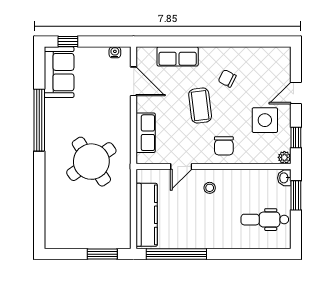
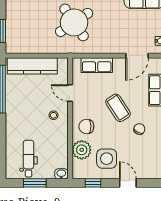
coffee table: (200, 106) -> (118, 108), turned 64
plant: (284, 157) -> (82, 150), moved, width x1.88, depth x1.88
window: (296, 195) -> (35, 183), moved

